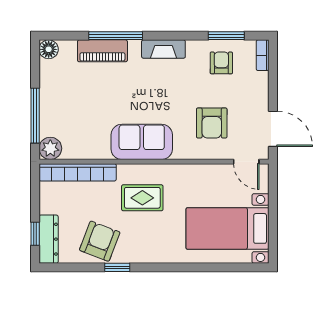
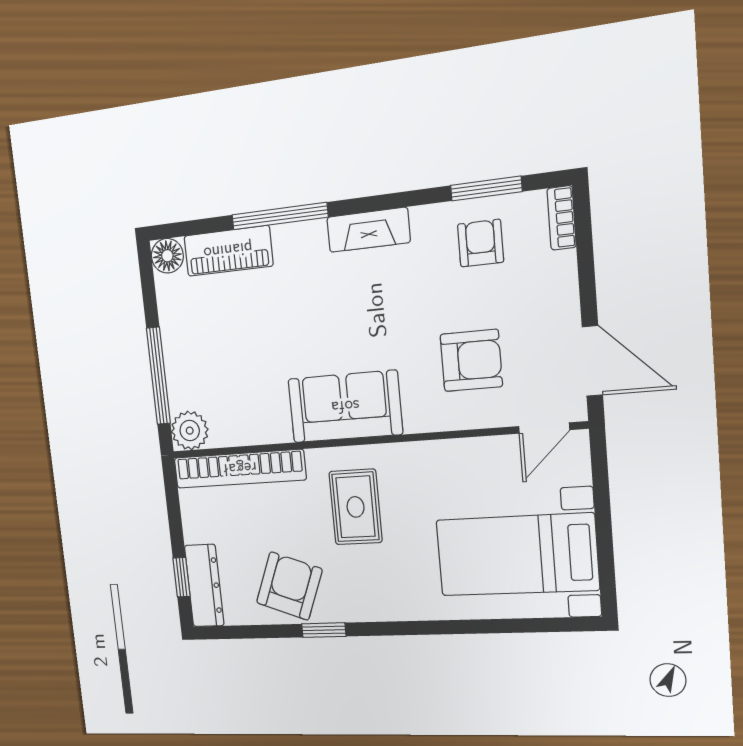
piano: (102, 51) -> (228, 251), moved
armchair: (212, 123) -> (471, 360), turned -90
door: (246, 162) -> (544, 428), hinge flipped
rug: (142, 198) -> (356, 507), turned 90

